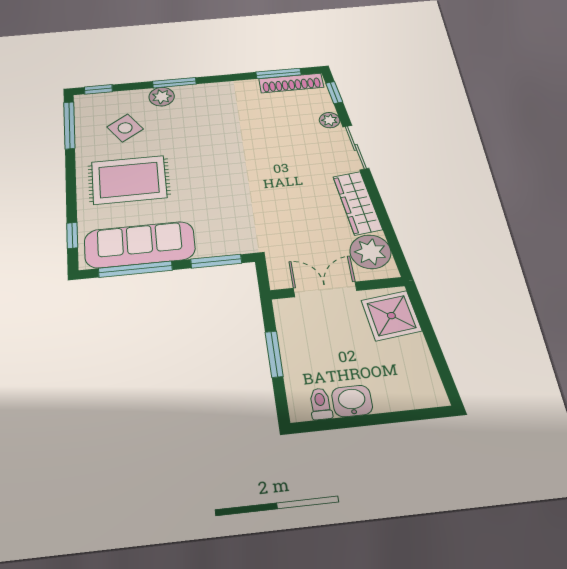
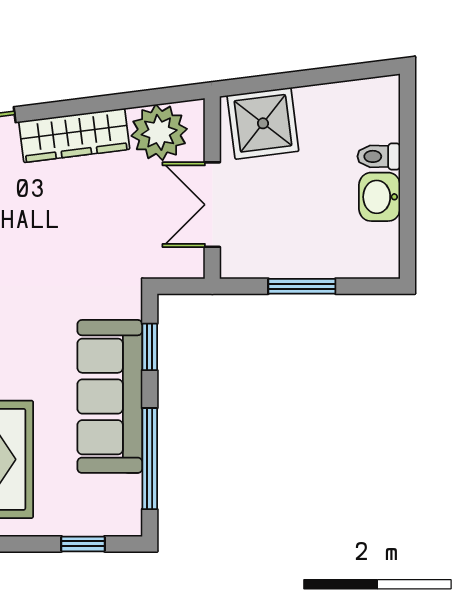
sofa: (140, 245) -> (110, 396), moved
window: (216, 261) -> (150, 347), width x0.67
toilet: (320, 404) -> (379, 156), moved

